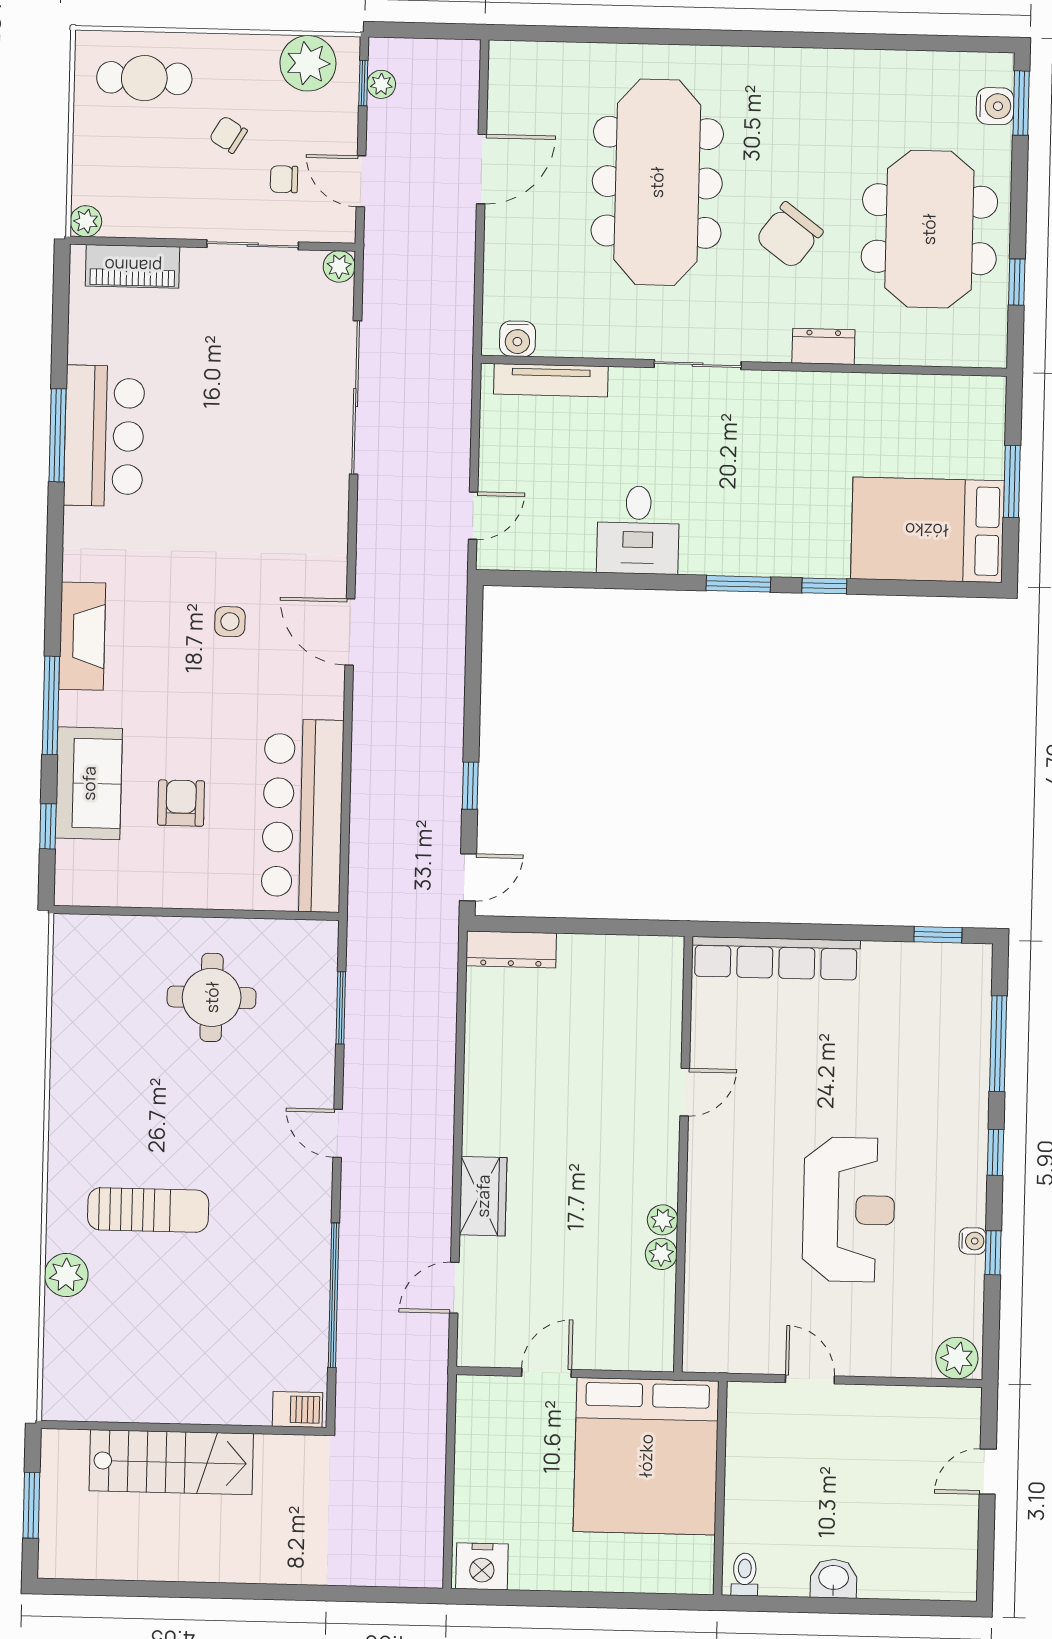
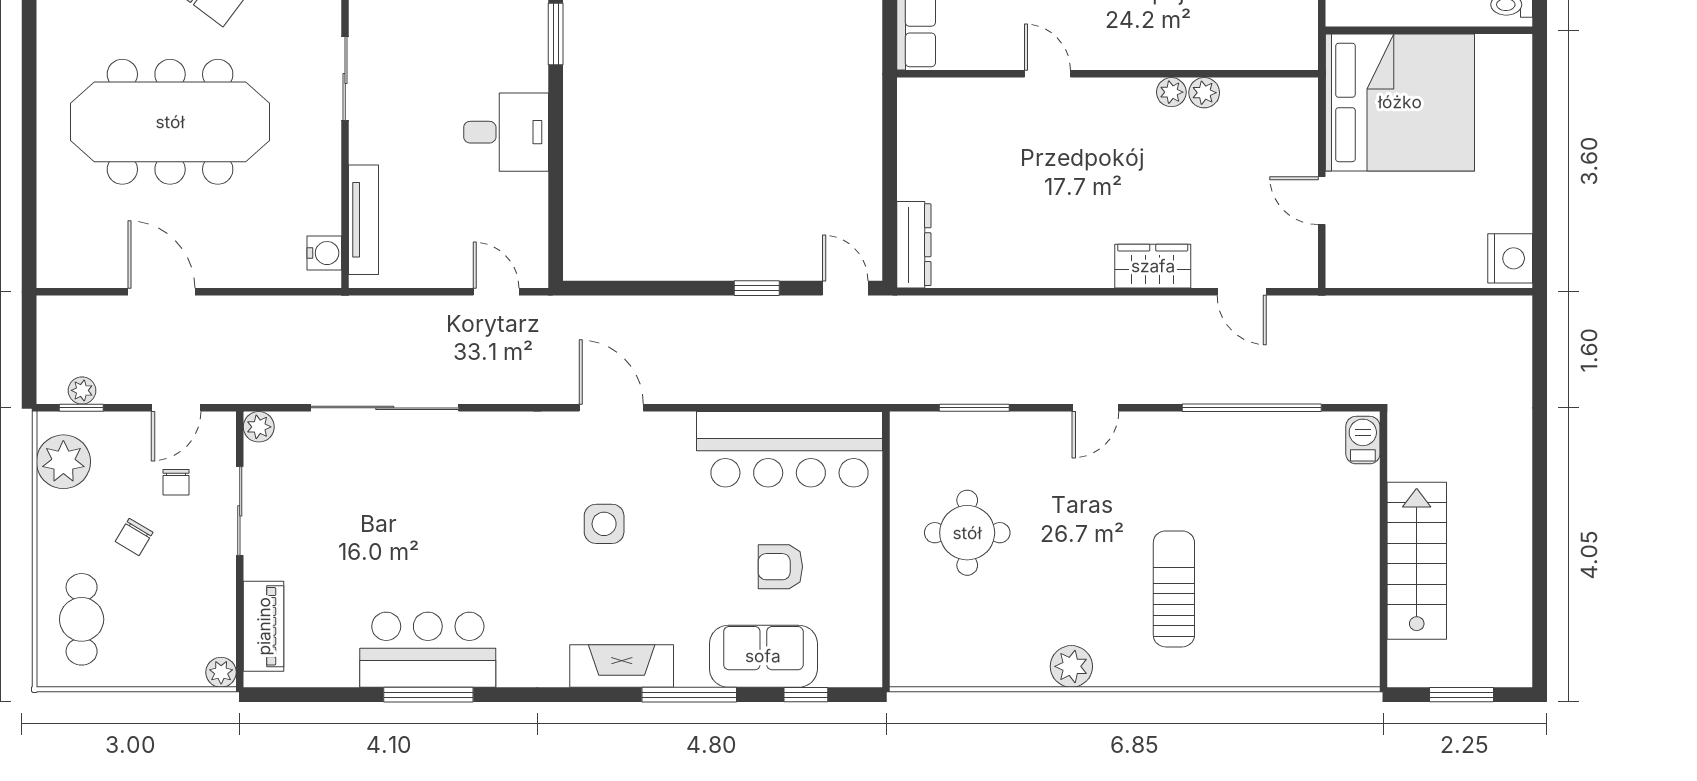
side table: (230, 622) -> (604, 524), width x1.37, depth x1.37
door: (350, 632) -> (611, 408), swing flipped
plant: (66, 1275) -> (1071, 666), moved

